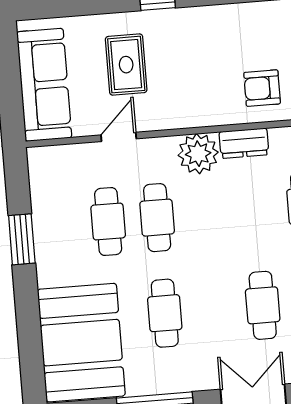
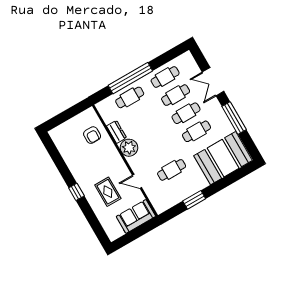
rug: (126, 65) -> (108, 192), turned 90
sofa: (44, 85) -> (136, 216), width x0.73
cafe table: (157, 218) -> (186, 113), moved

